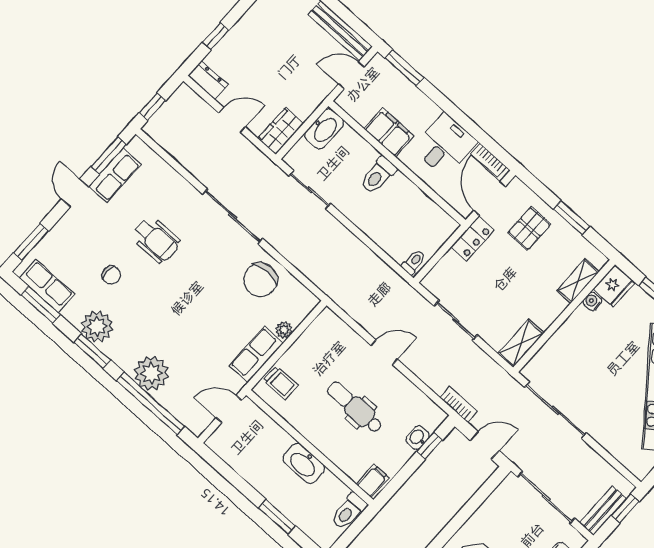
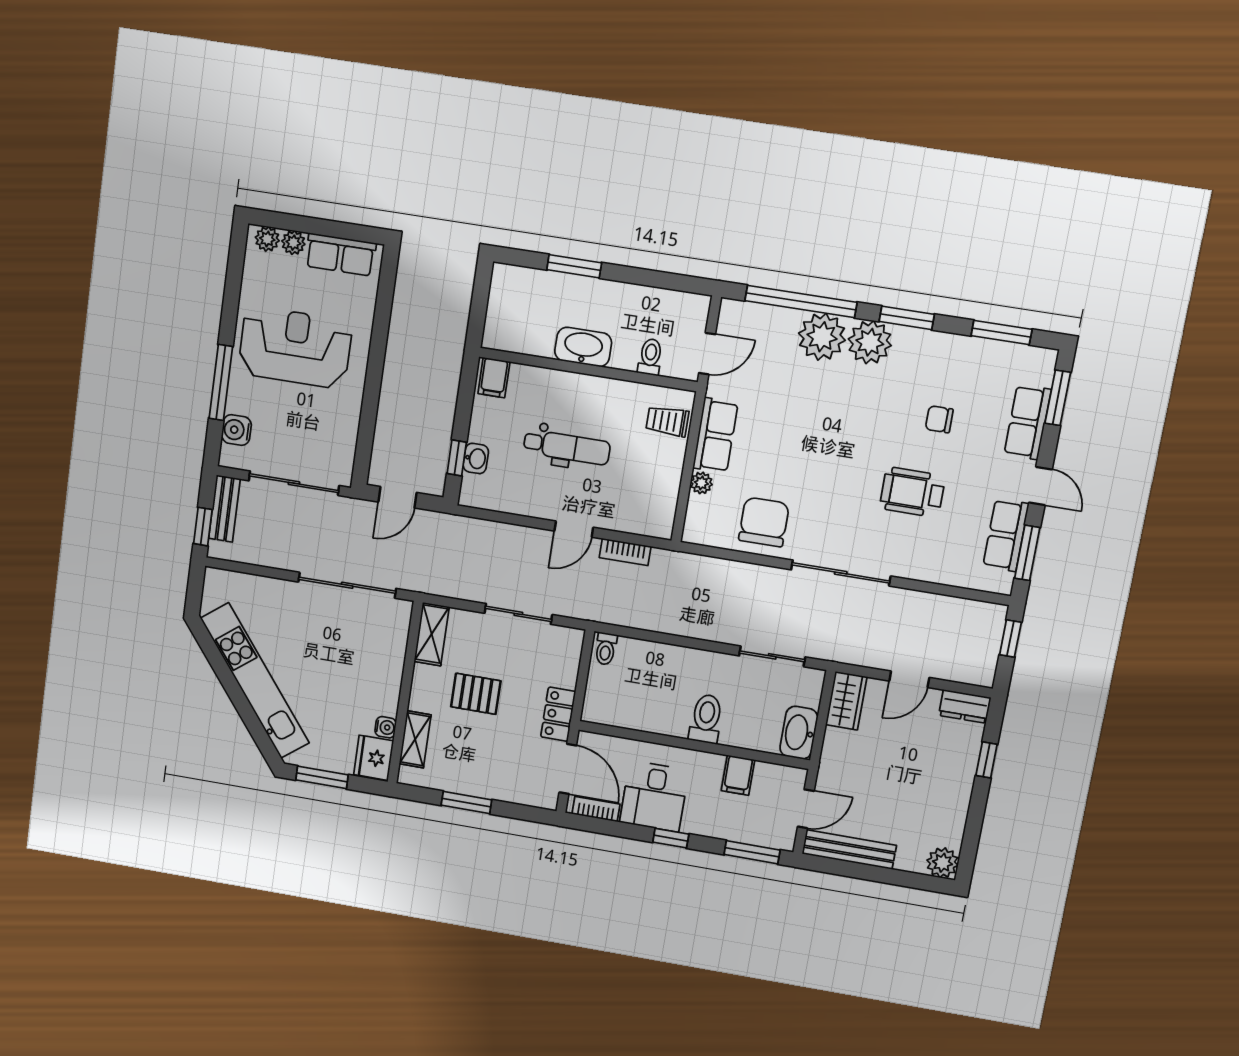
window: (452, 110) -> (671, 838), added
filing cabinet: (389, 132) -> (738, 775), width x0.50
pallet: (529, 229) -> (476, 694), moved, turned 90
row of seats: (47, 286) -> (1028, 422), moved, turned 90
plant: (97, 327) -> (870, 342), moved
bookcase: (459, 404) -> (625, 552), moved
toilet: (349, 511) -> (650, 357), moved, width x0.73, depth x0.72

